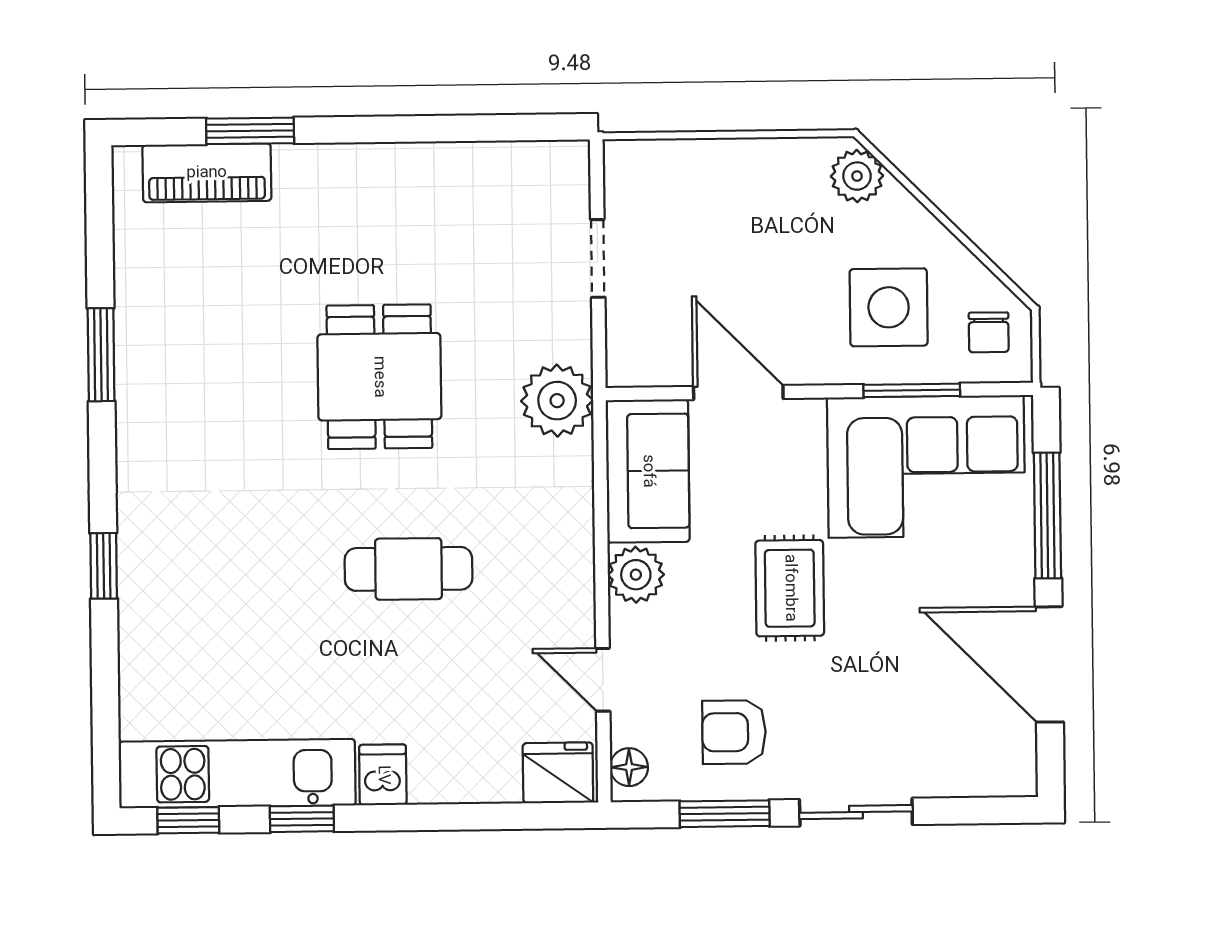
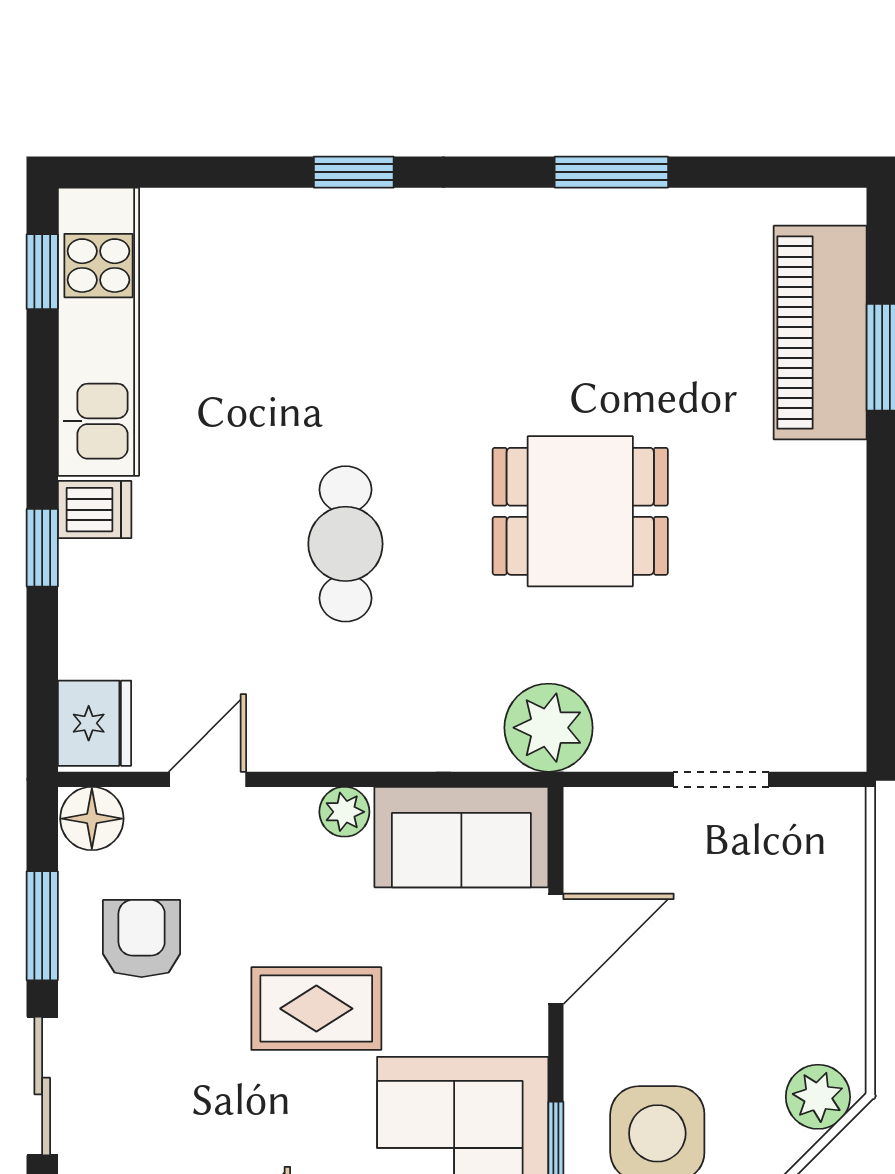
piano: (207, 173) -> (820, 333), width x1.37, depth x1.33
plant: (636, 575) -> (344, 812), width x0.73, depth x0.73
floor lamp: (629, 767) -> (92, 819), width x1.37, depth x1.37
window: (302, 819) -> (42, 548), moved

